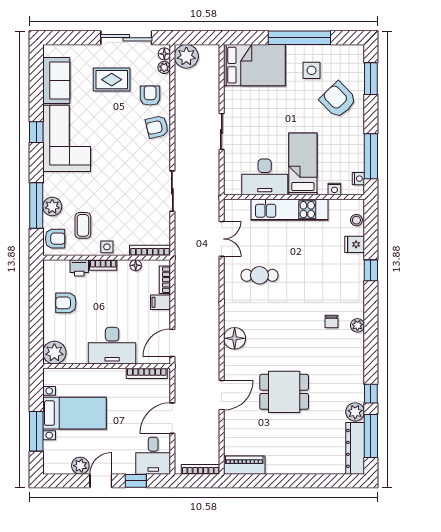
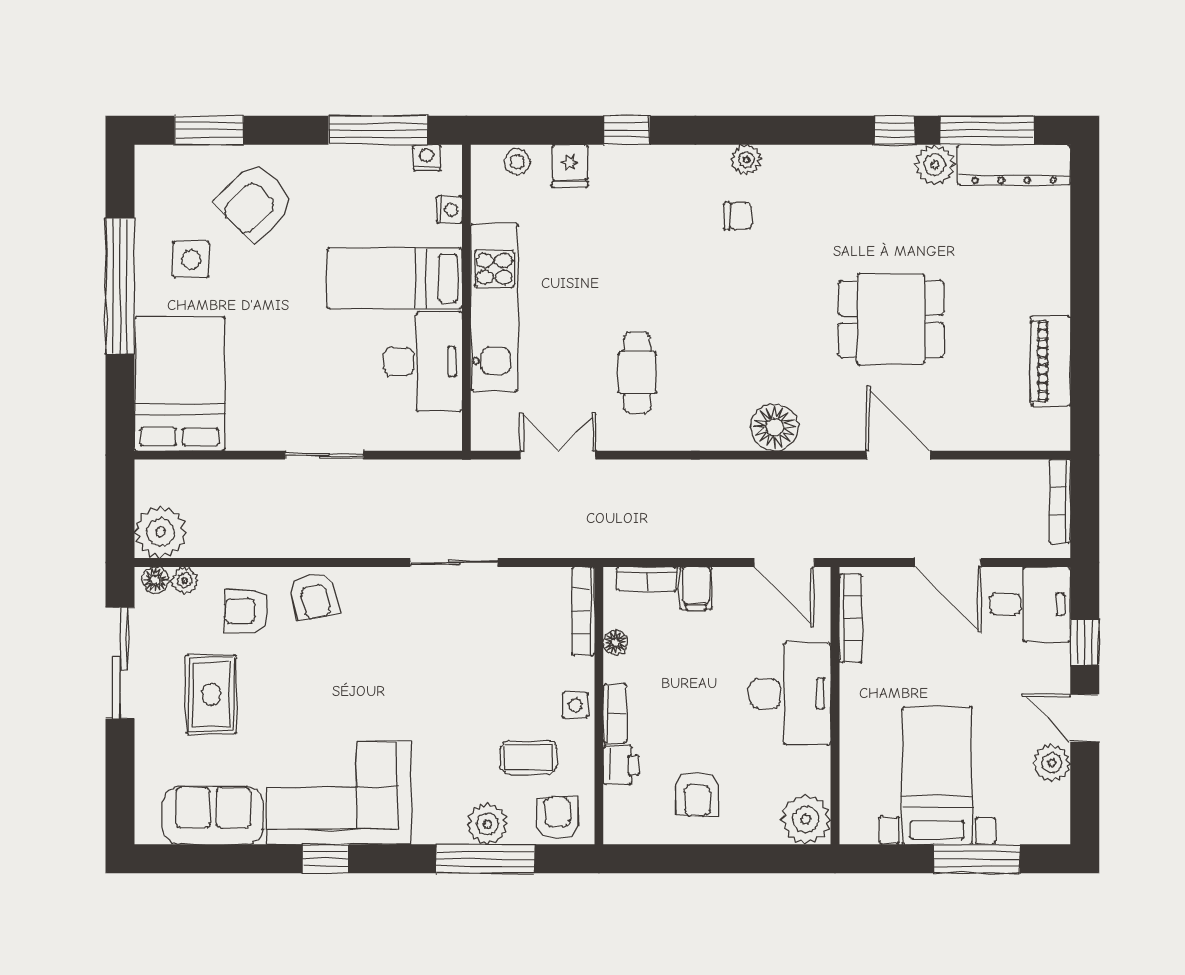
dining table: (284, 392) -> (891, 319), turned 90
piano: (244, 465) -> (1050, 361), moved

